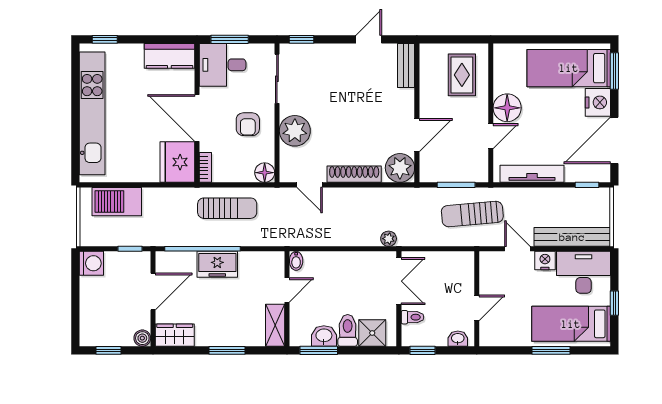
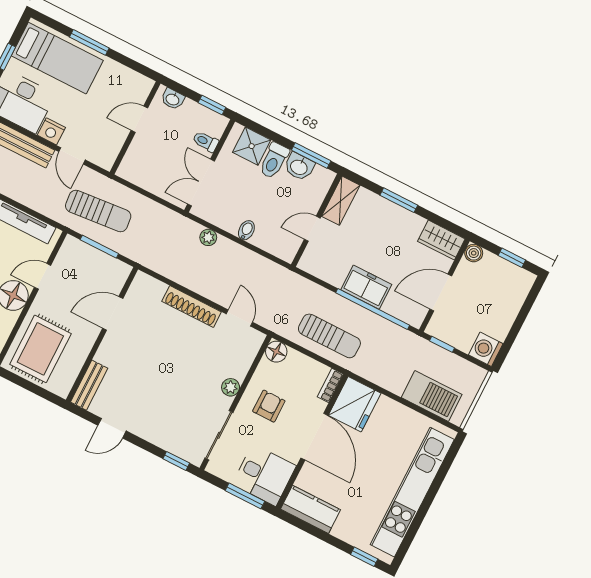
rug: (462, 75) -> (40, 349), width x1.36, depth x1.43
plant: (295, 131) -> (231, 387), width x0.53, depth x0.53
plant: (400, 168) -> (145, 290), removed
sun lounger: (227, 208) -> (329, 336), turned 180
plant: (389, 239) -> (208, 237), moved
bidet: (296, 261) -> (246, 230), moved

